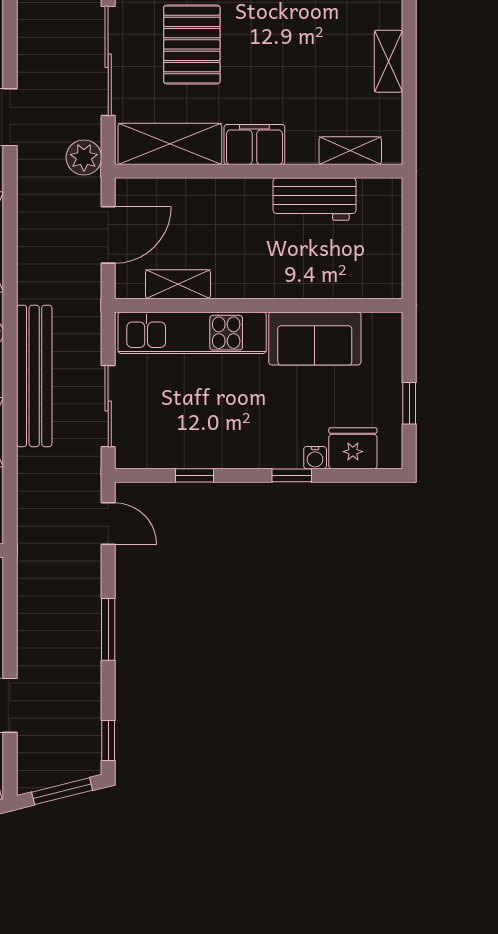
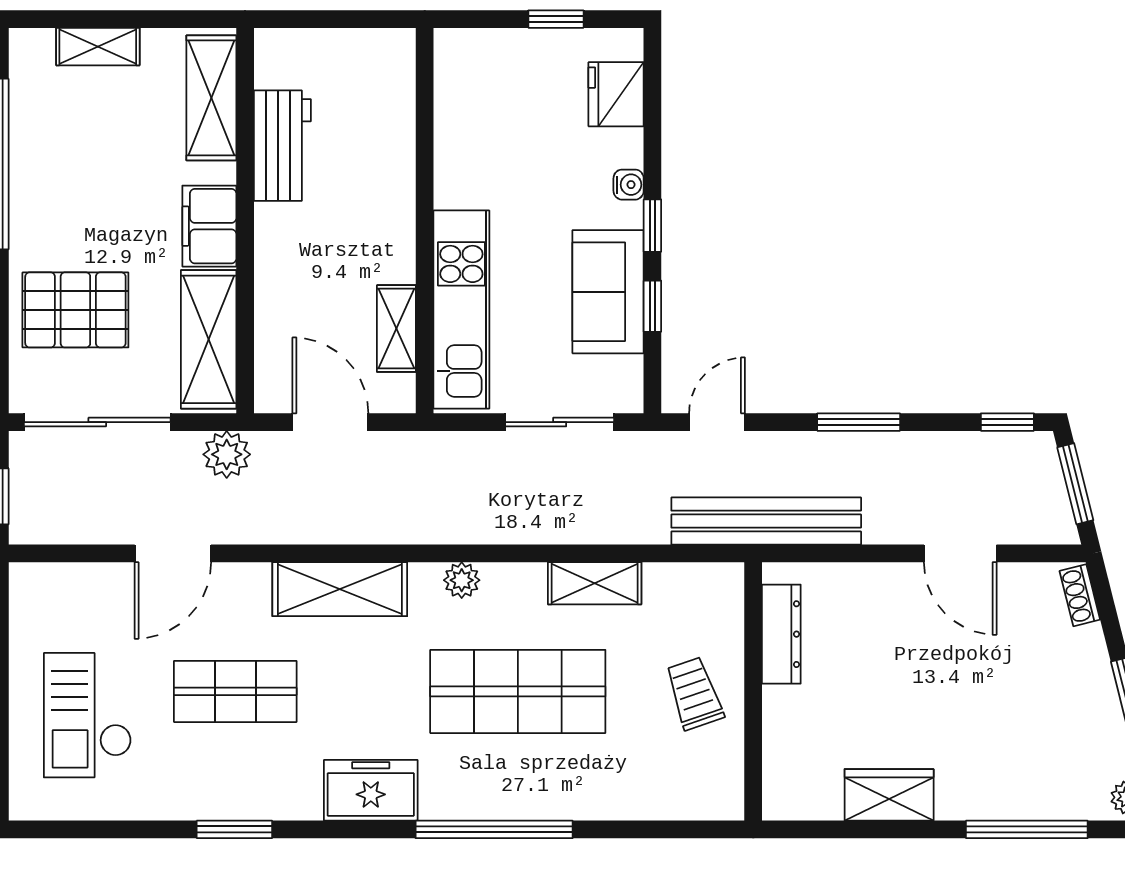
shelving: (350, 151) -> (211, 98), width x1.50, depth x1.33
sofa: (315, 338) -> (608, 292), moved, turned 180
bench: (34, 376) -> (766, 521), moved
water cooler: (315, 458) -> (629, 185), moved
window: (292, 475) -> (652, 226), moved

